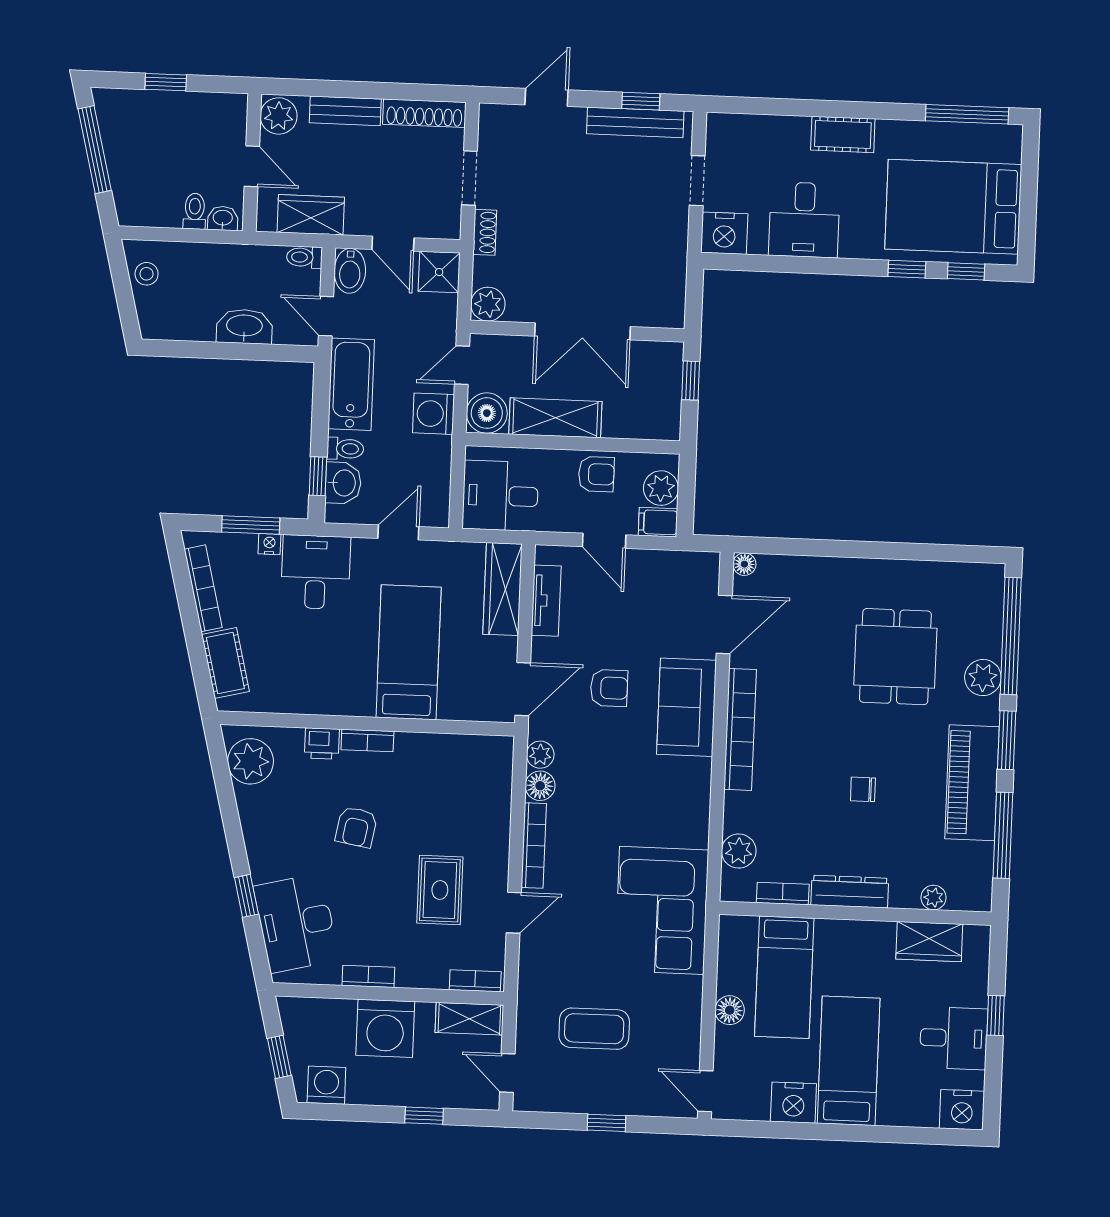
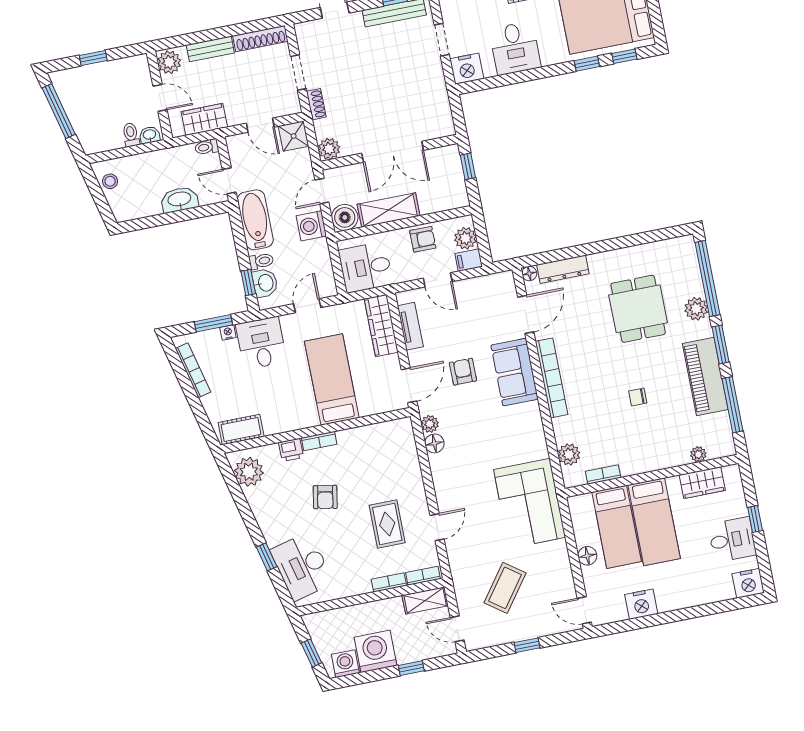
bidet: (350, 271) -> (237, 149), removed
cot: (225, 663) -> (241, 430), moved, turned -76
armchair: (609, 688) -> (463, 372), turned -90
bookcase: (534, 845) -> (439, 482), removed
dresser: (850, 892) -> (563, 269), moved, turned 180
bookcase: (368, 976) -> (389, 582), moved
washing machine: (385, 1028) -> (375, 651), moved, turned 180
coffee table: (594, 1029) -> (505, 588), turned -54
bed: (849, 1061) -> (654, 522), moved, turned 180

